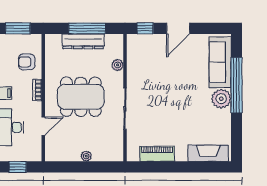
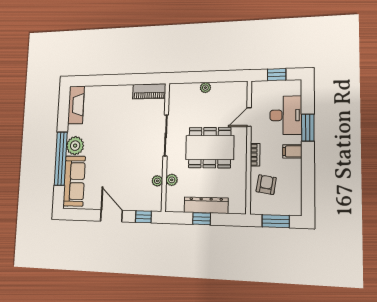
window: (87, 28) -> (202, 219), width x0.46
door: (178, 28) -> (112, 216), hinge flipped
armchair: (27, 62) -> (266, 185), turned -81
plant: (132, 64) -> (157, 181), added
fireplace: (208, 153) -> (76, 105), moved, turned -90
piano: (157, 154) -> (149, 91), moved

